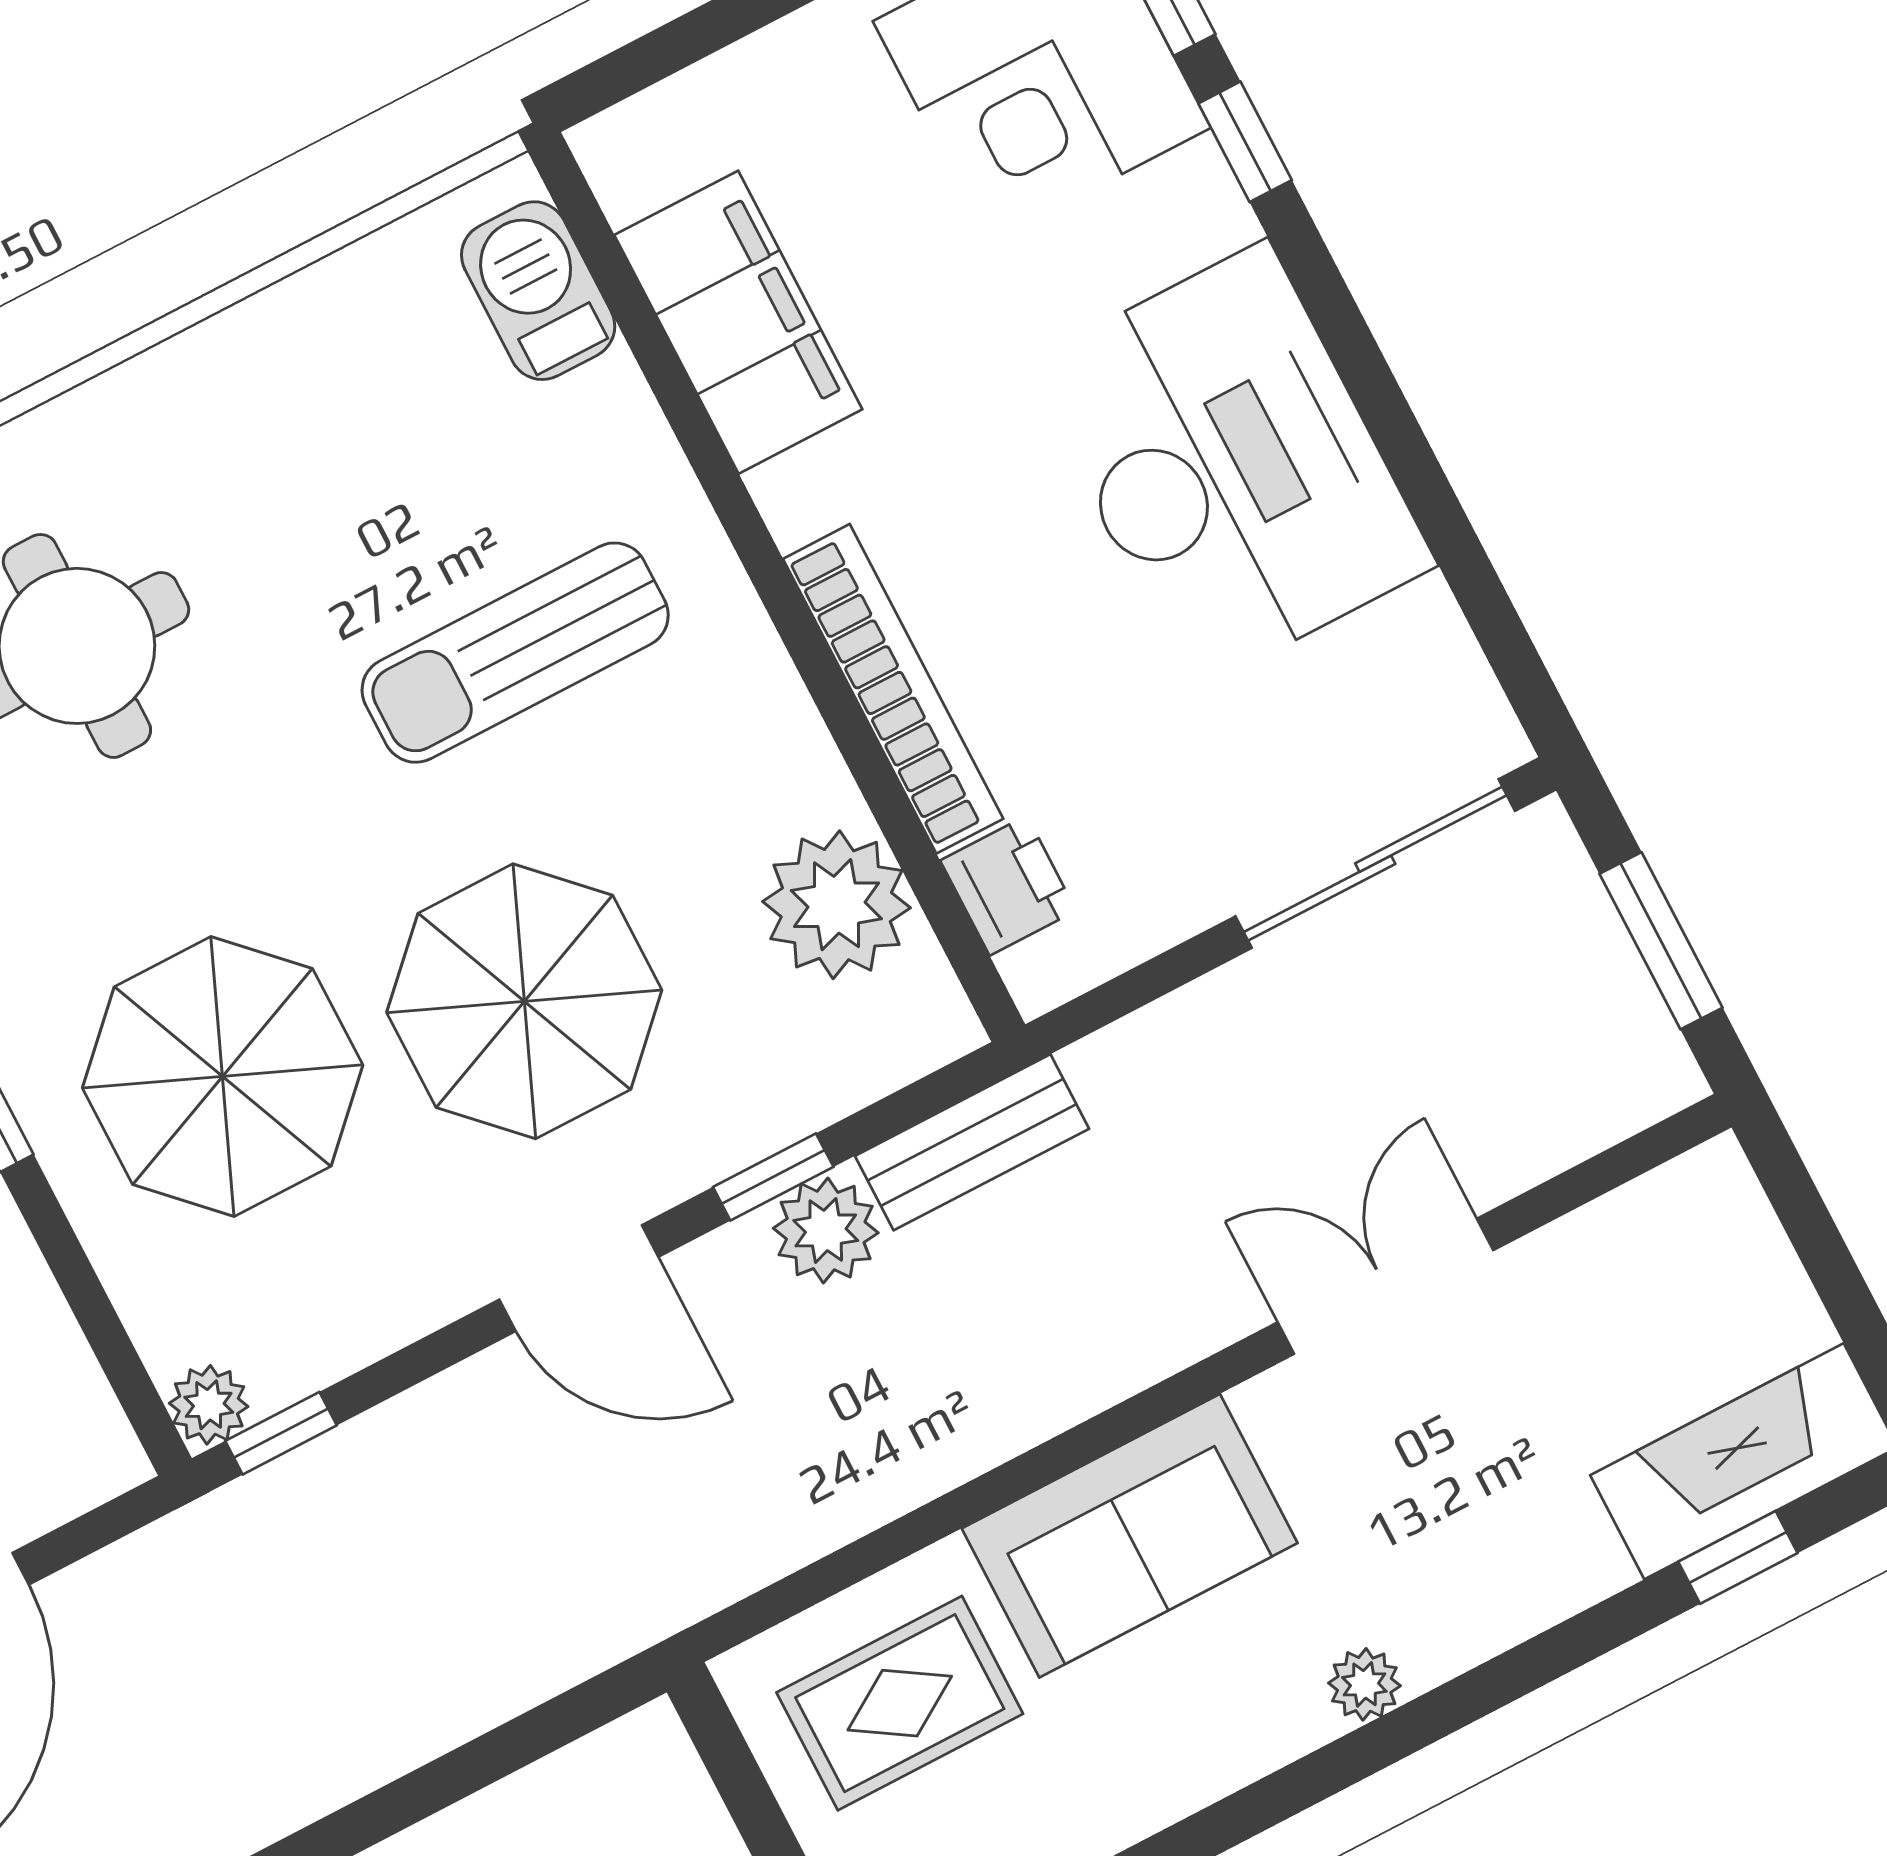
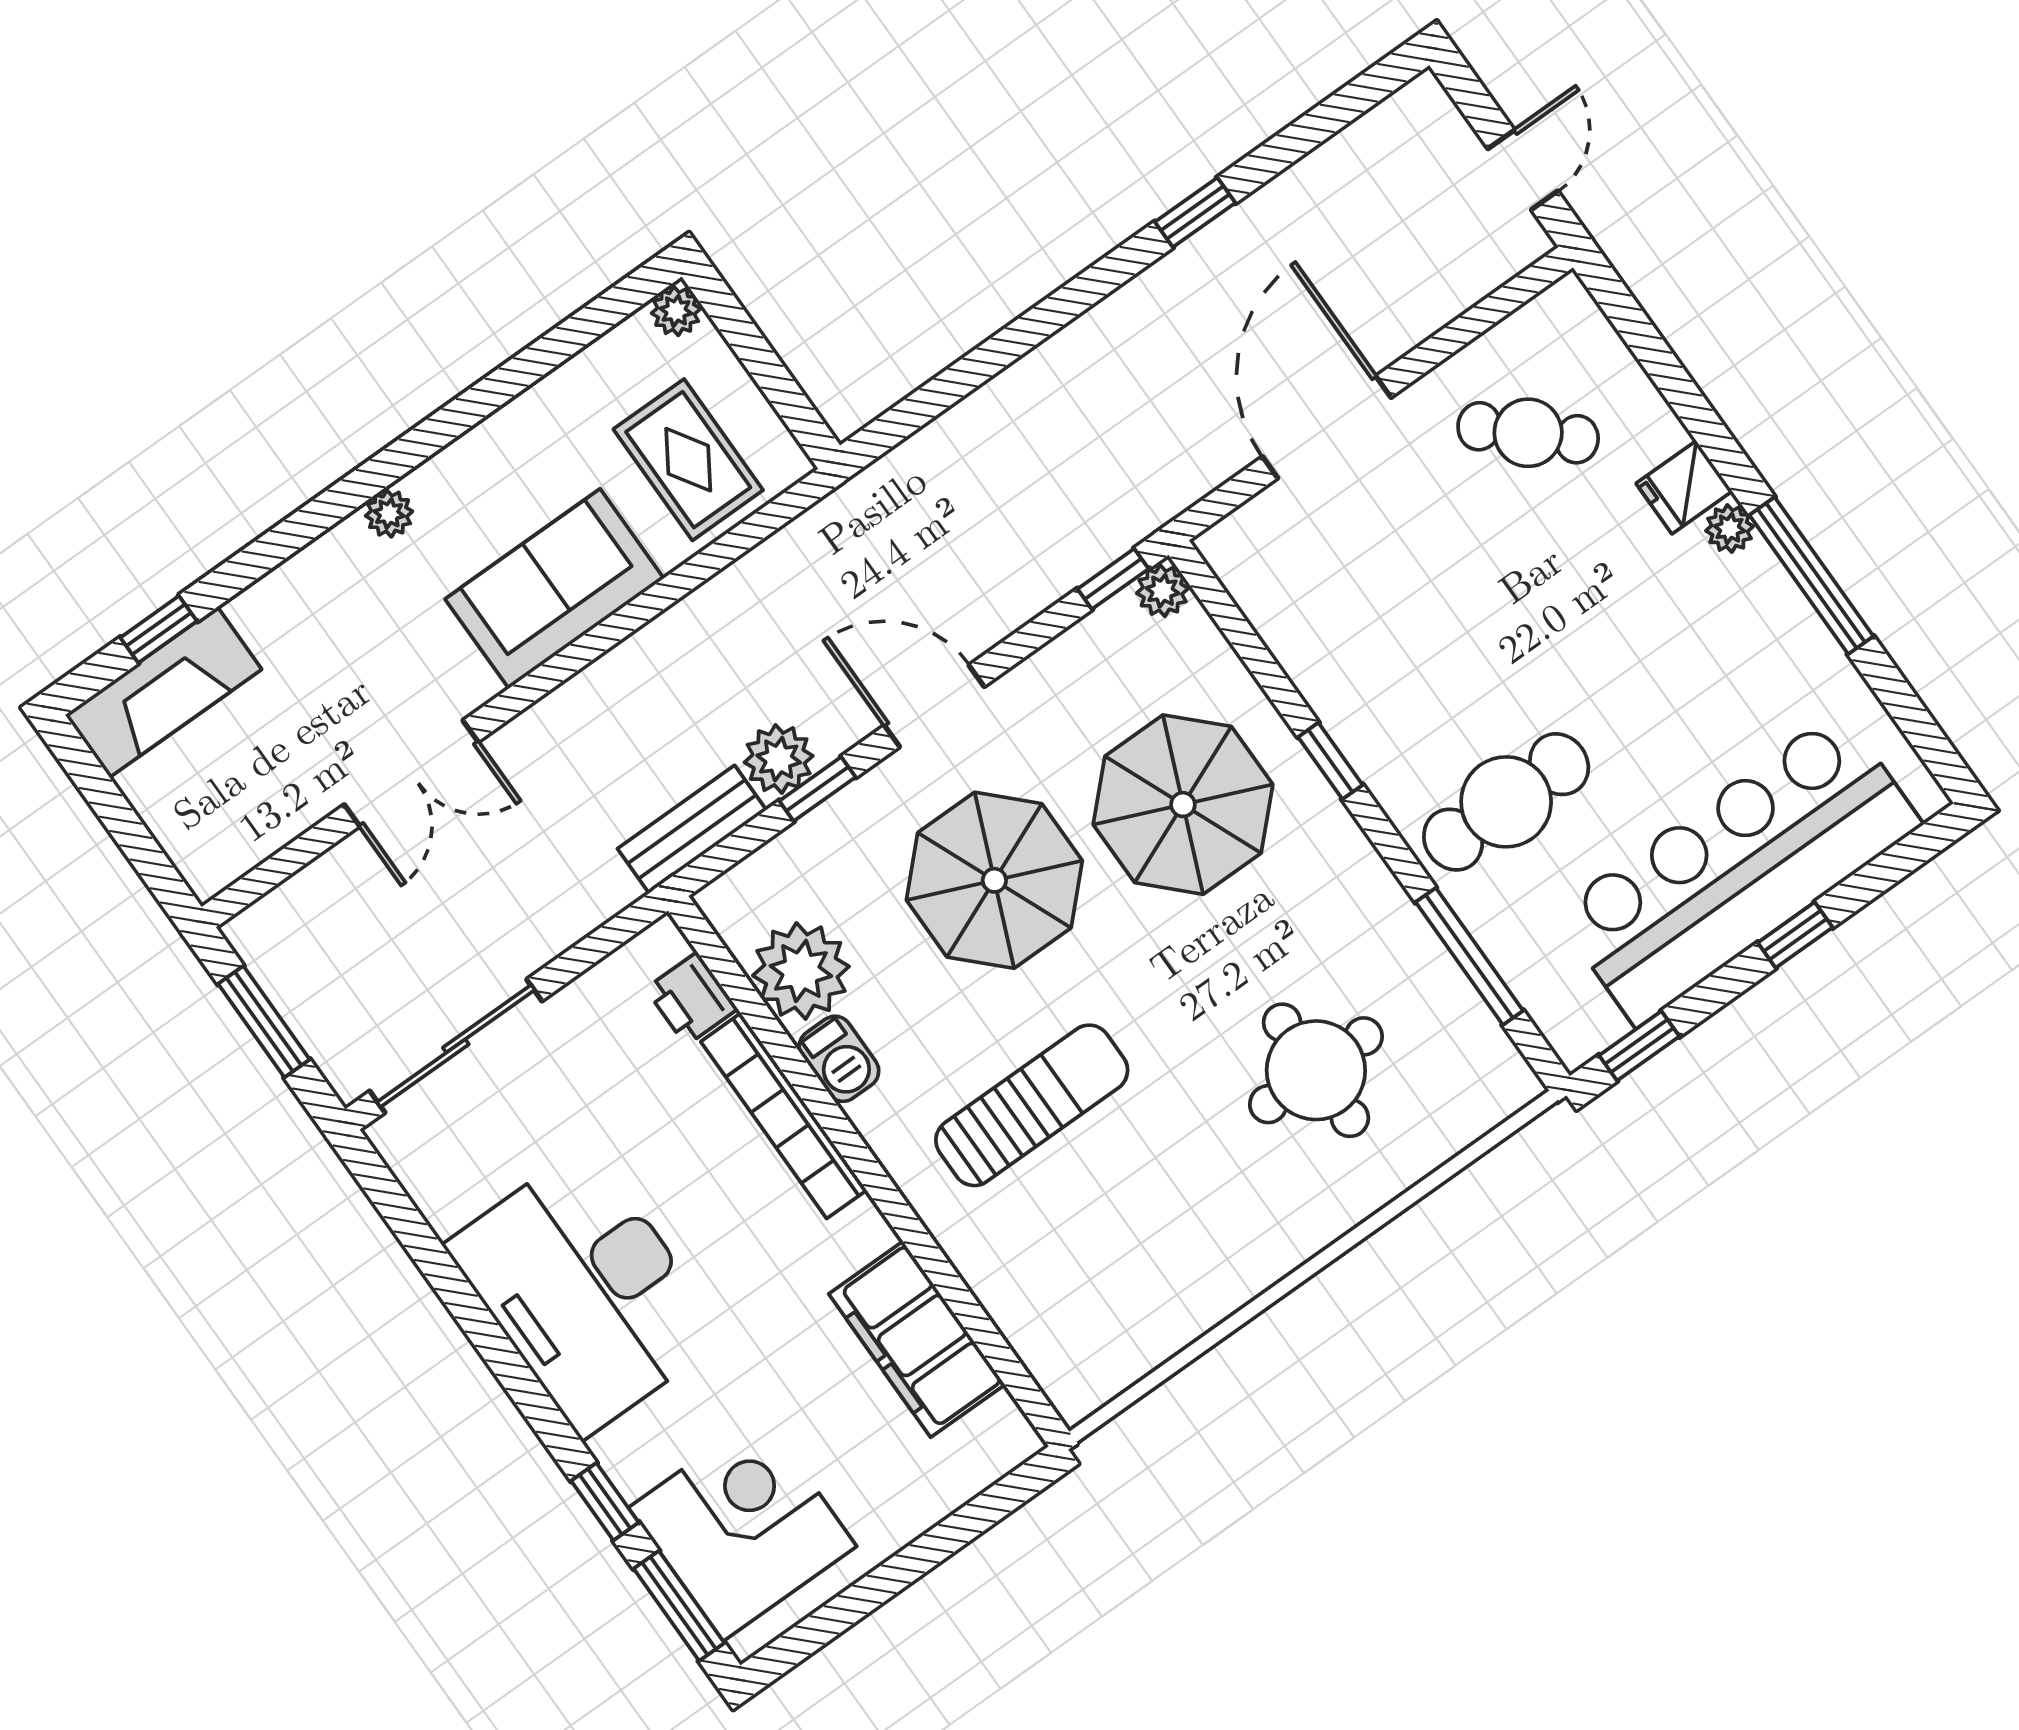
barbecue: (538, 291) -> (839, 1059), moved, width x0.73, depth x0.79
rug: (900, 1703) -> (688, 460), turned 90

